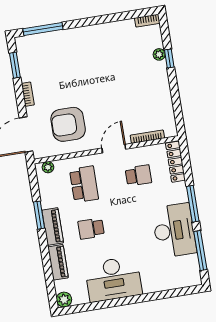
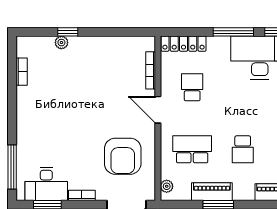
bookcase: (147, 21) -> (22, 72), moved
desk: (33, 61) -> (46, 184), added
piano: (53, 227) -> (212, 192), moved

